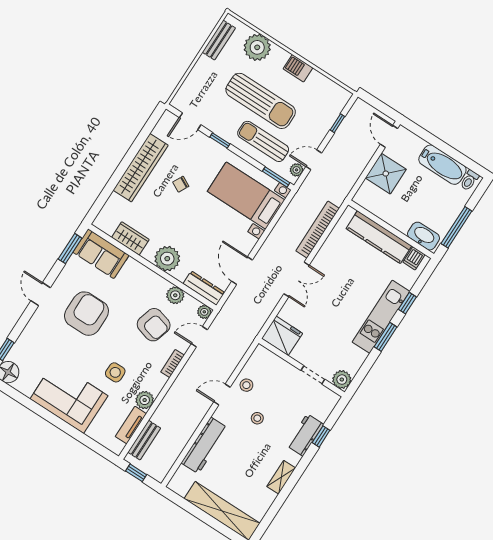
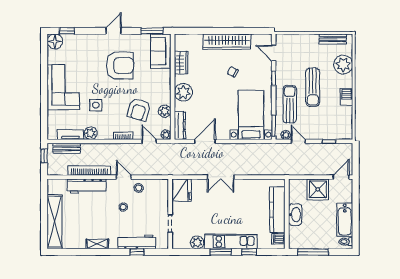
sun lounger: (261, 101) -> (313, 87), width x0.73, depth x0.75
bookcase: (318, 230) -> (89, 170), moved
washbasin: (424, 236) -> (295, 215), moved
plant: (342, 380) -> (197, 242), moved
workbench: (305, 435) -> (137, 242), width x1.38

